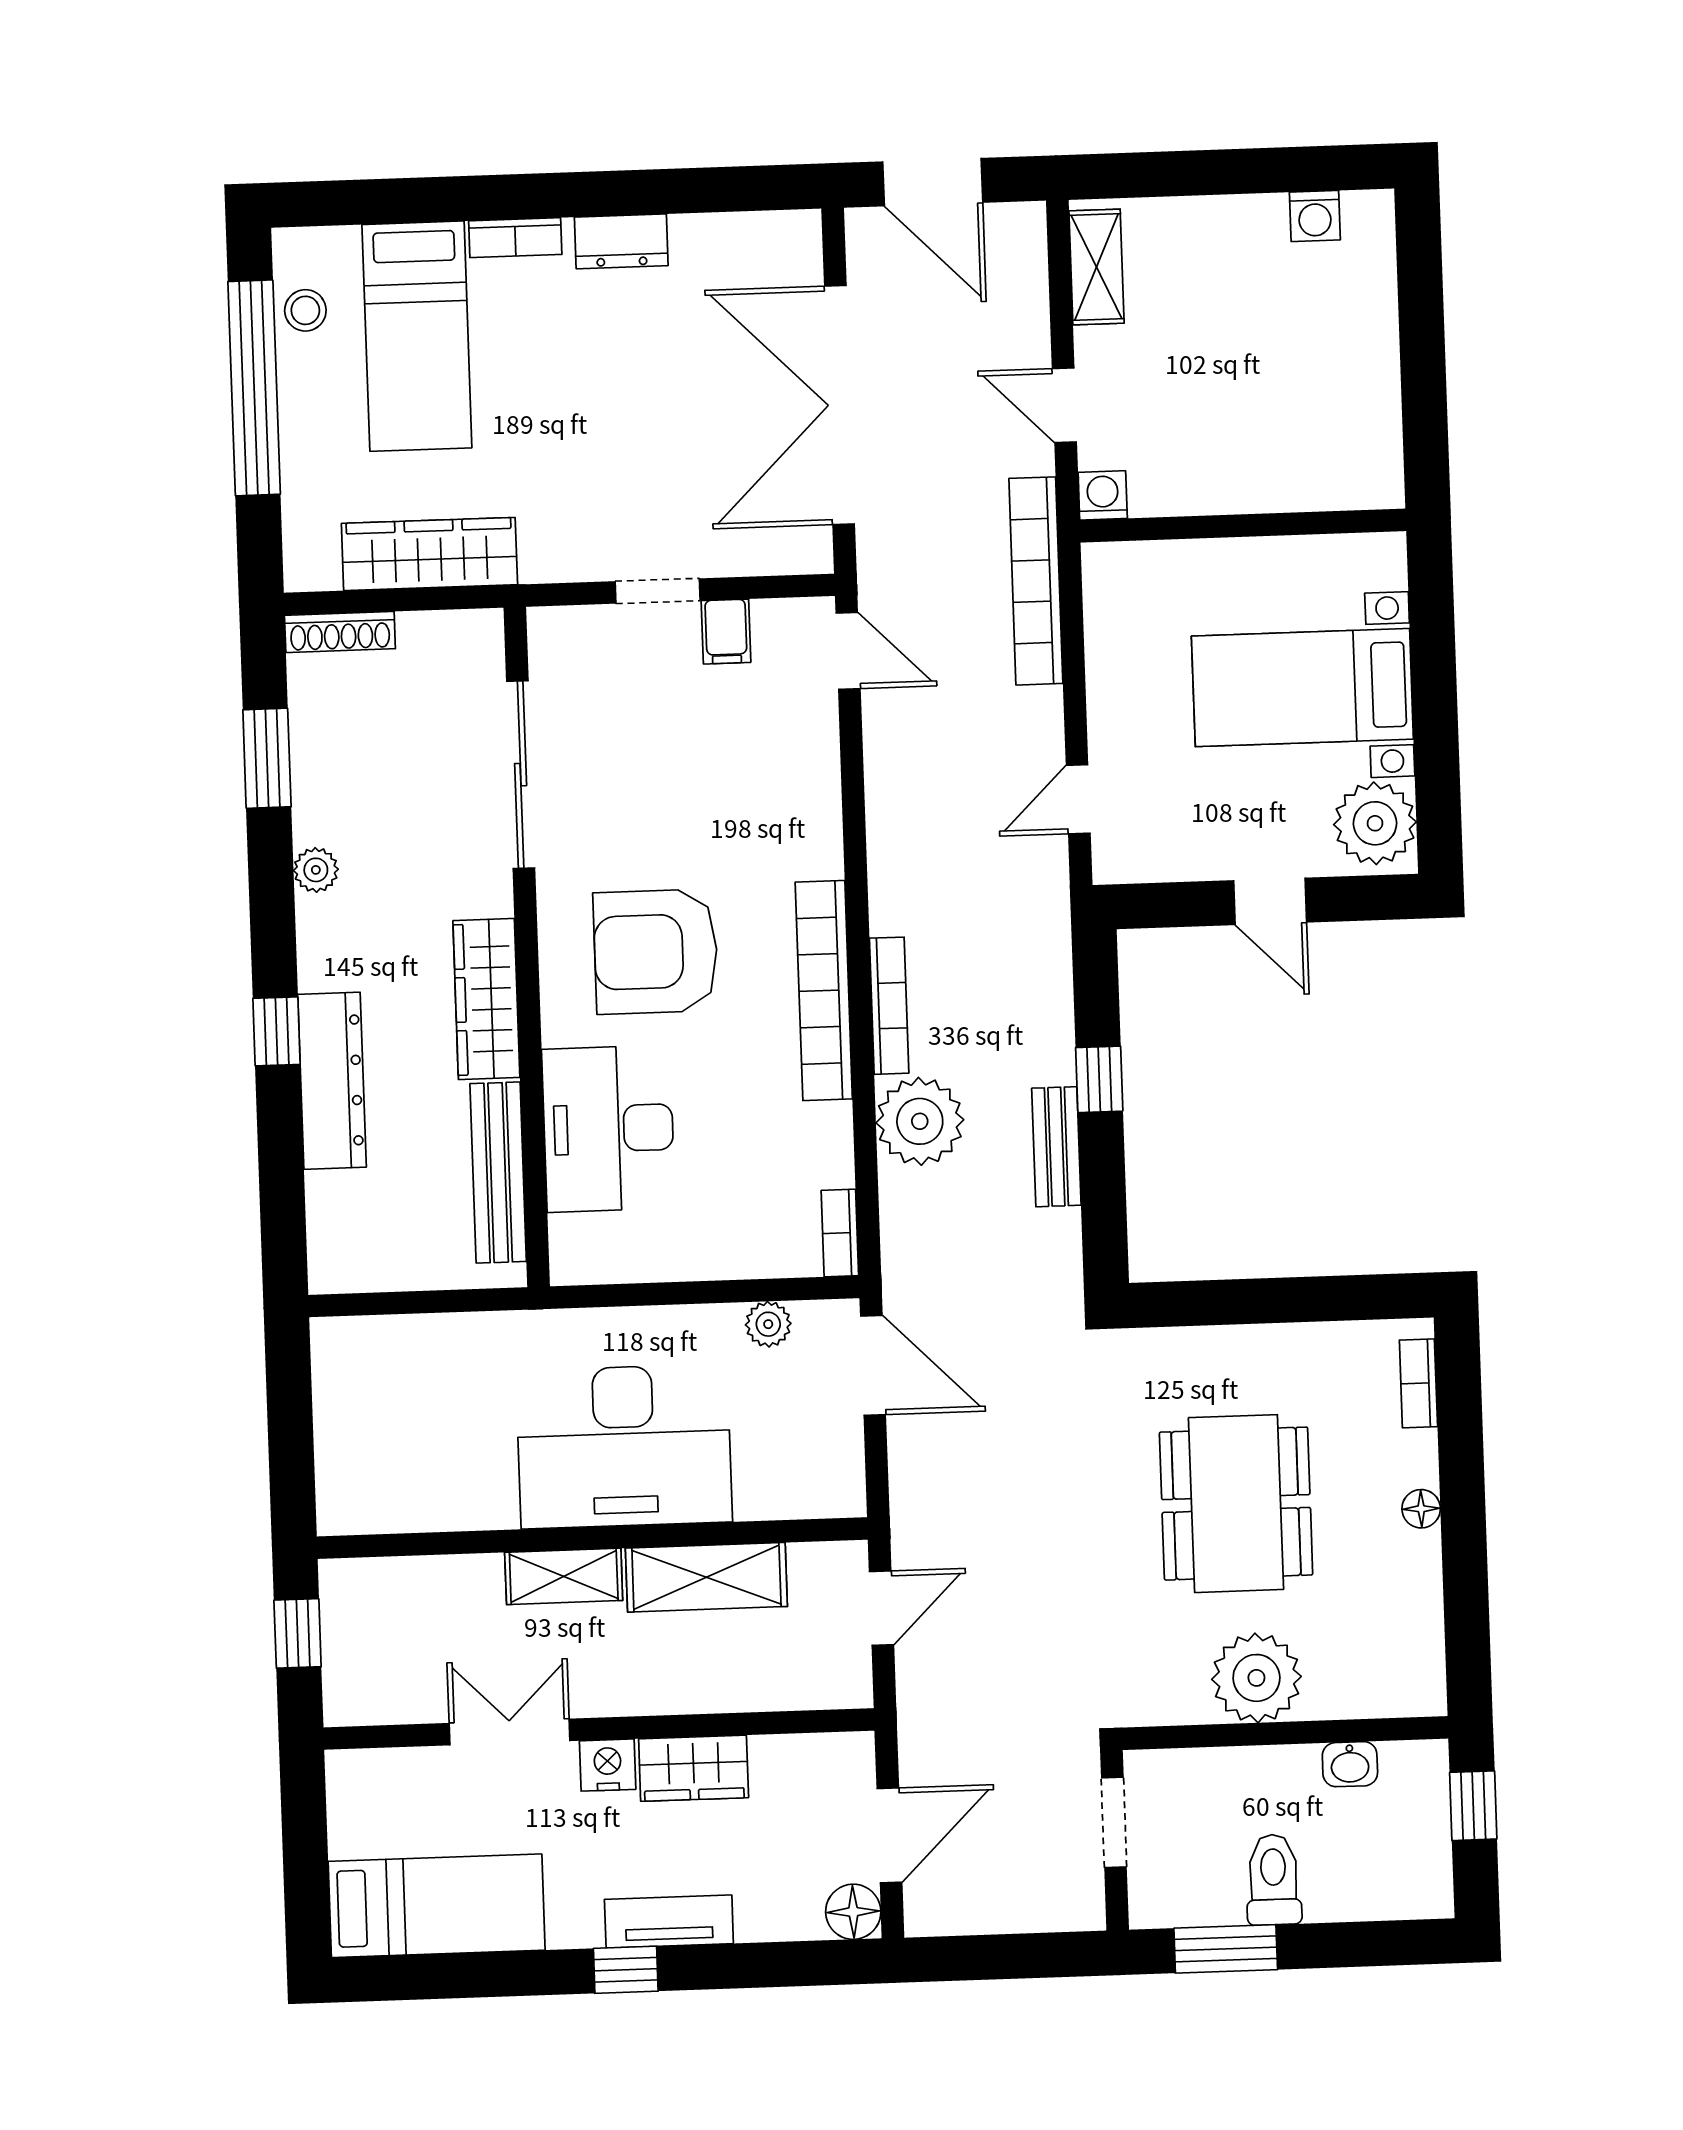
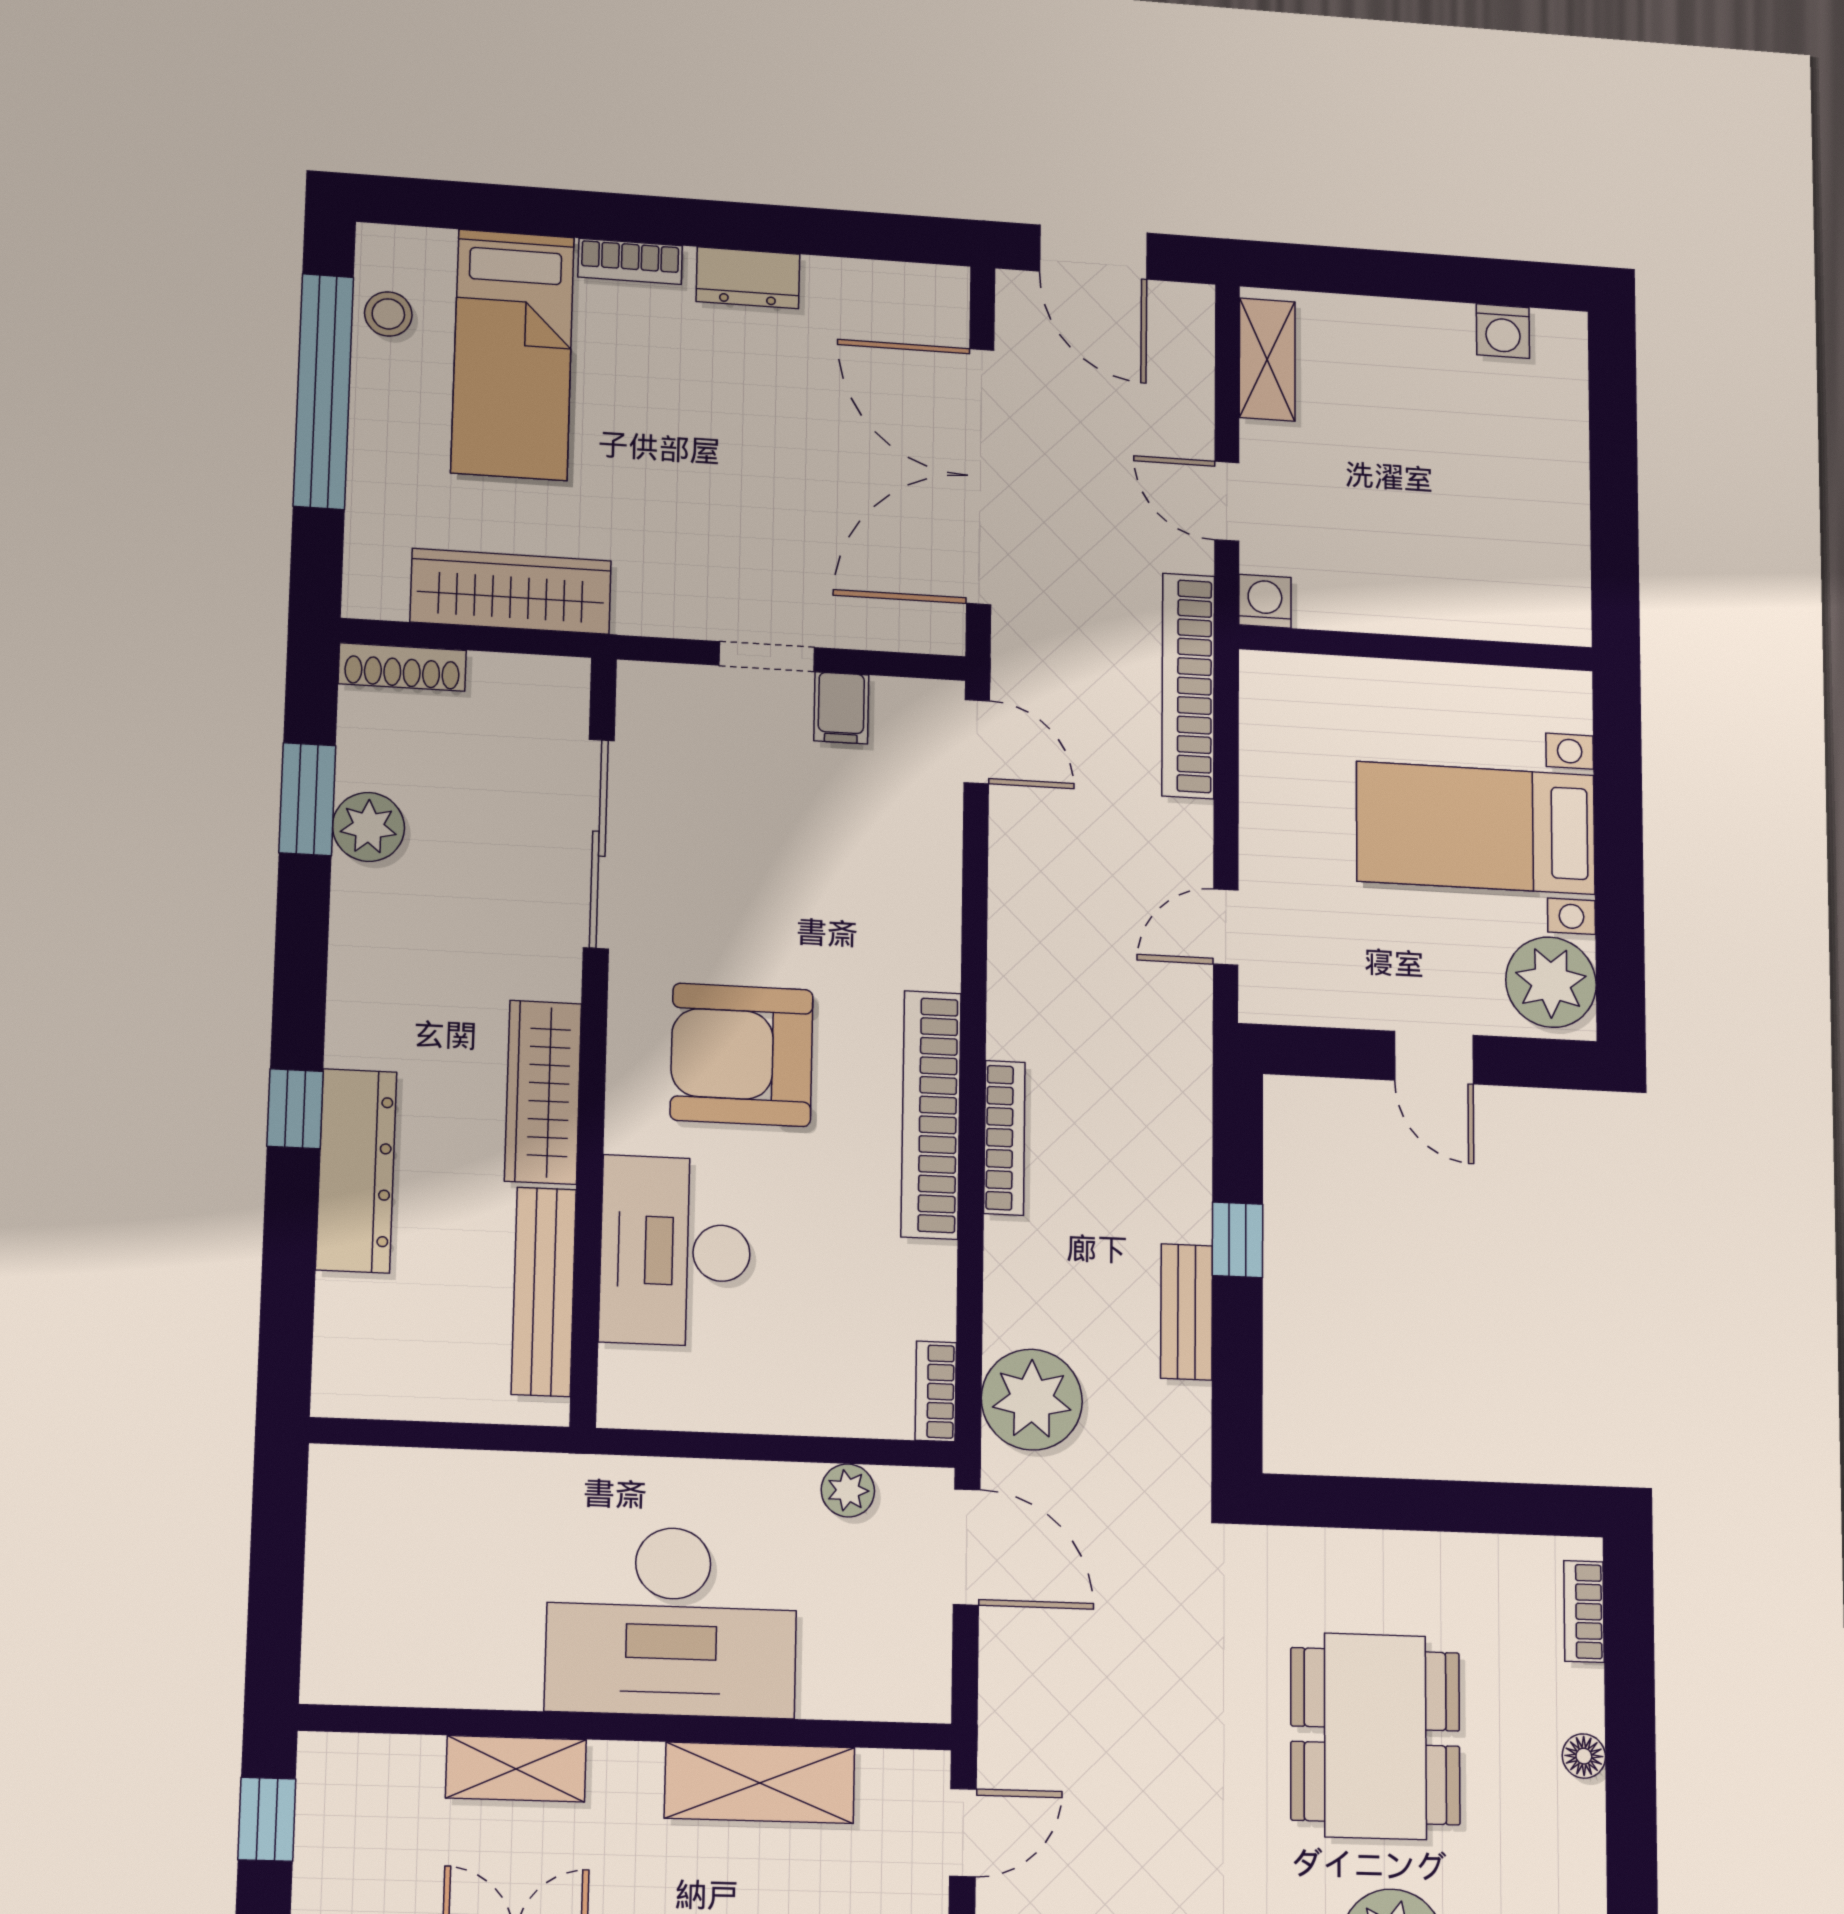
plant: (316, 870) -> (368, 827), moved, width x1.38, depth x1.38
plant: (920, 1121) -> (1032, 1400), moved
shelving: (564, 1576) -> (516, 1769), moved

